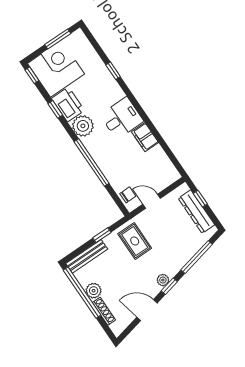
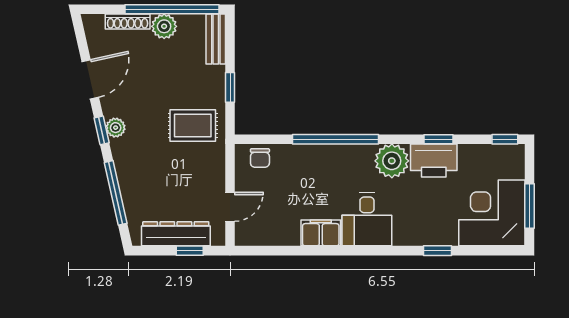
corner desk: (56, 69) -> (492, 213), moved, turned 180
door: (152, 201) -> (230, 207), moved
bench: (87, 256) -> (216, 39), width x0.73

